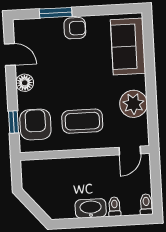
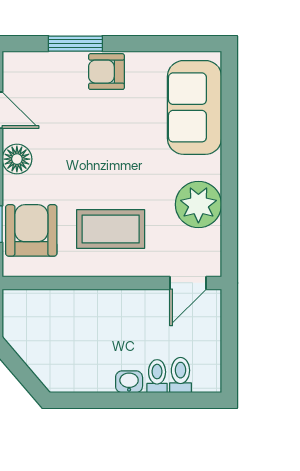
armchair: (75, 28) -> (106, 72), turned 180
toilet: (146, 204) -> (180, 375), moved
washbasin: (91, 208) -> (129, 382), width x0.52, depth x0.69

